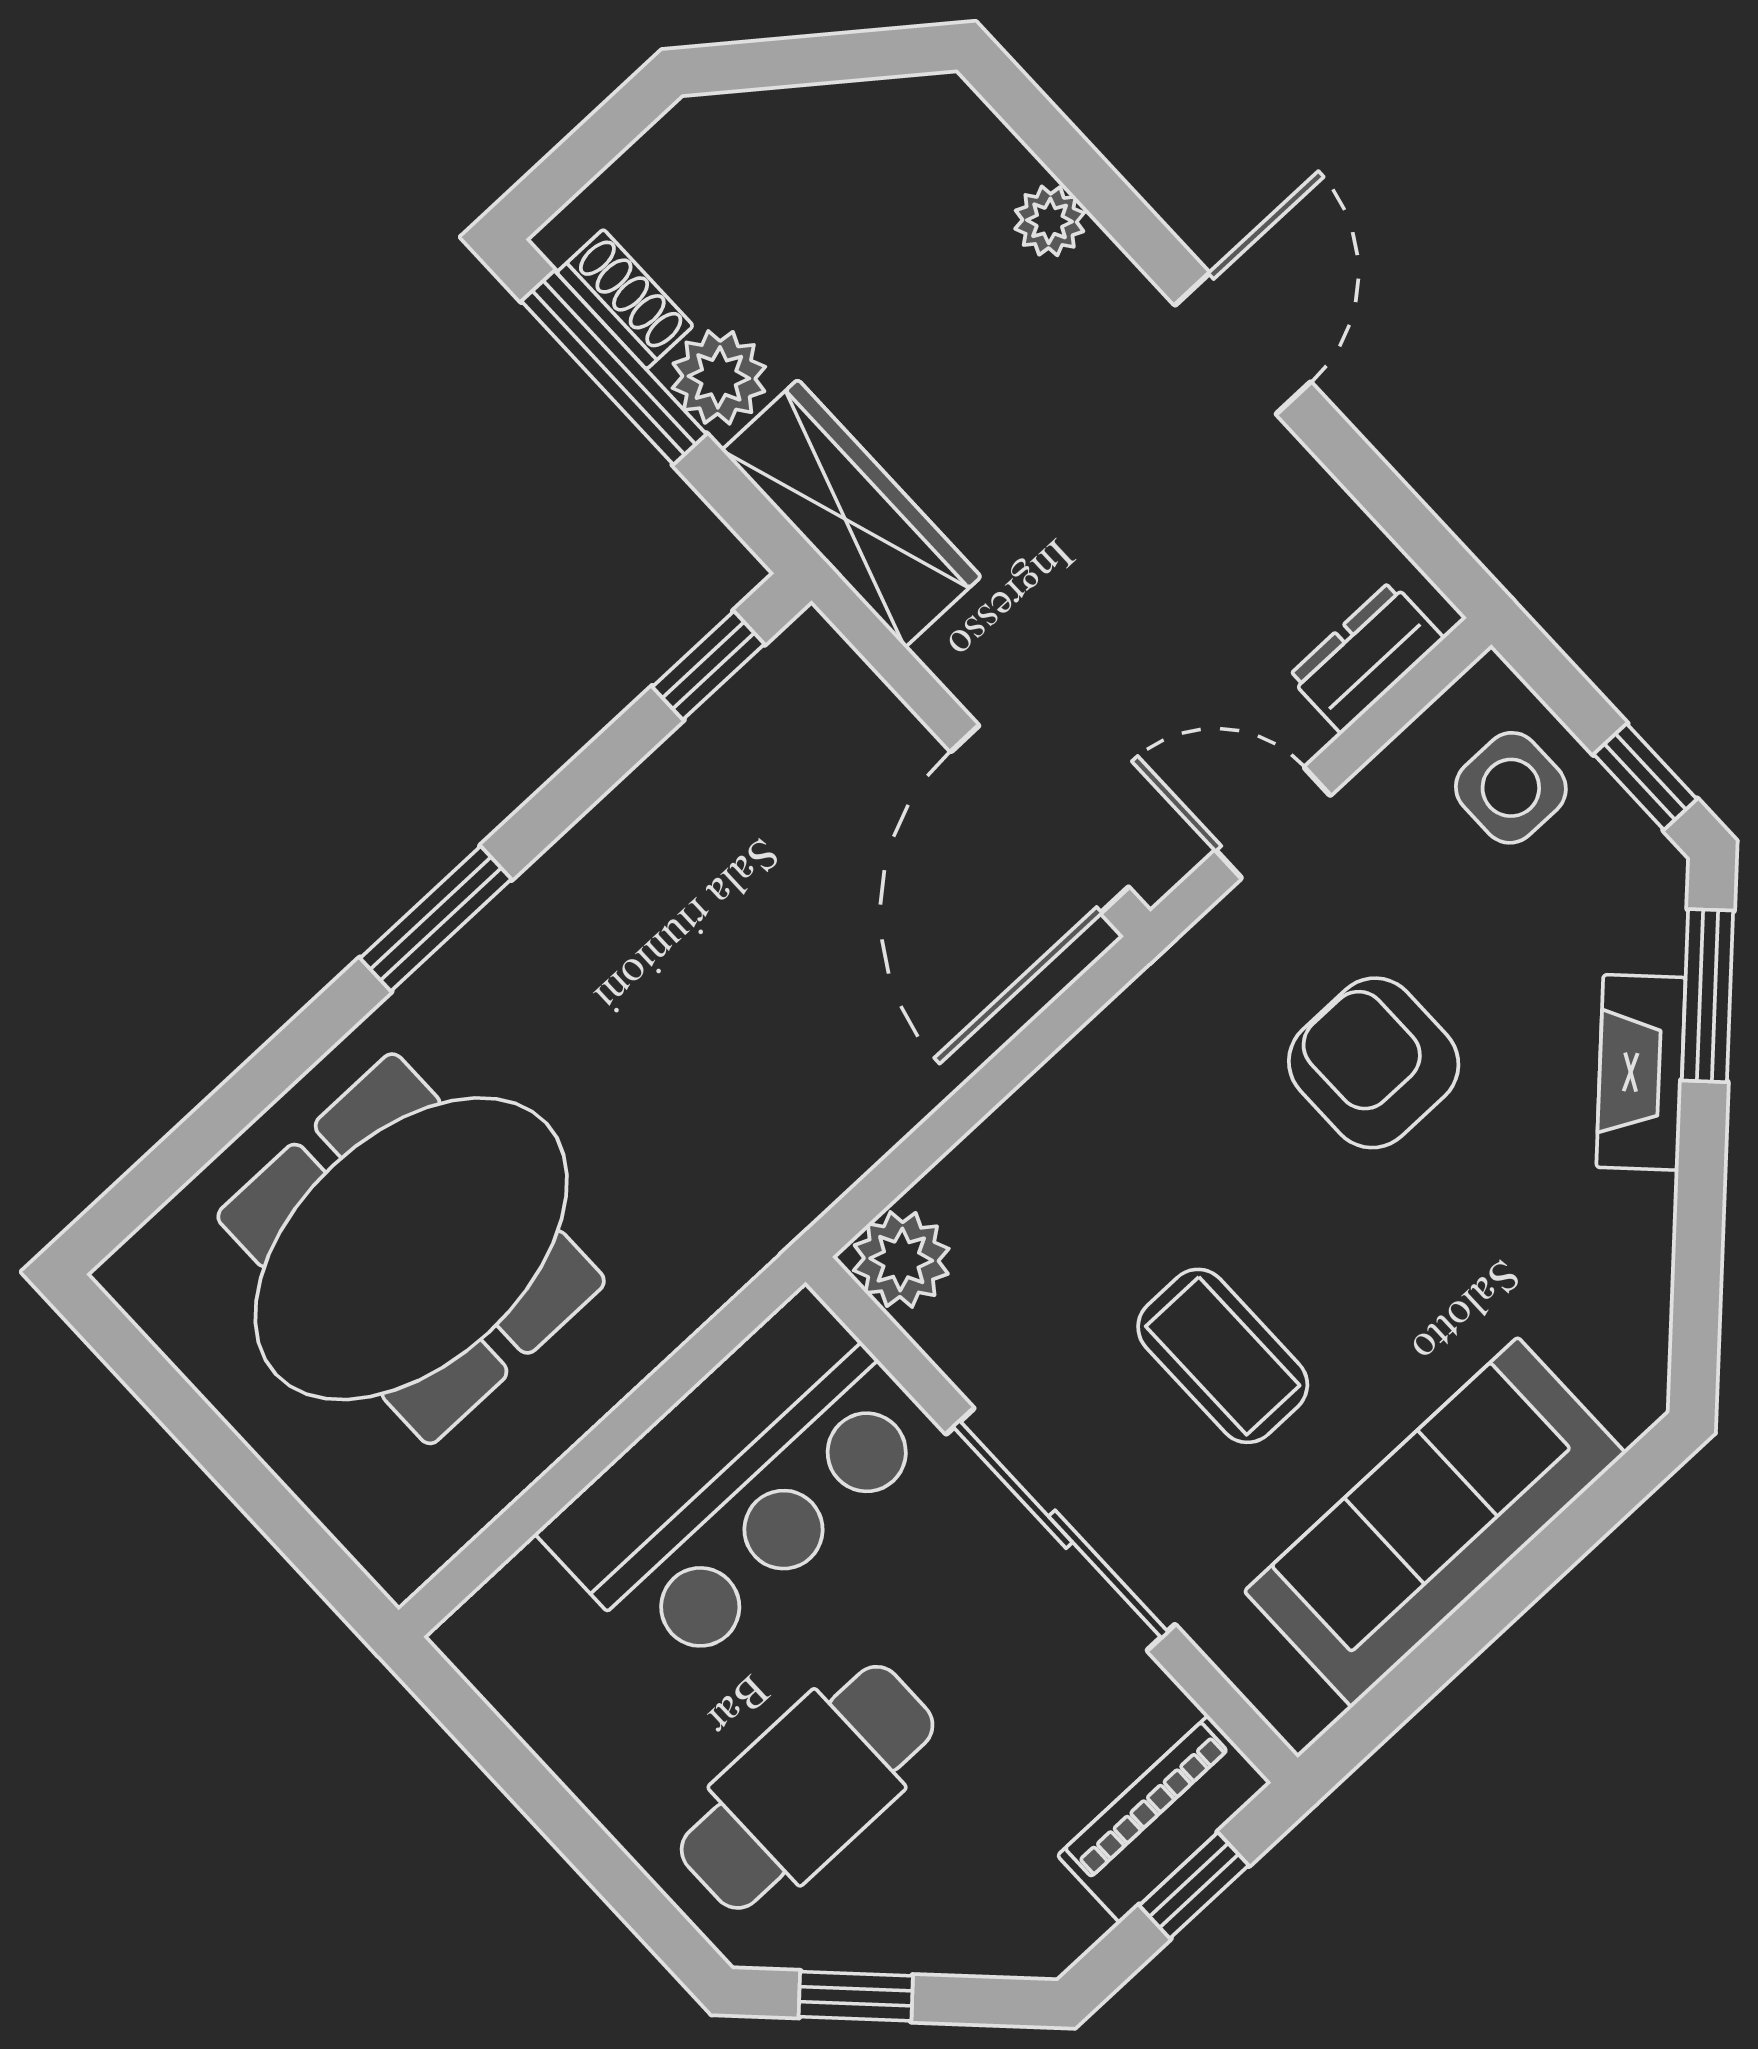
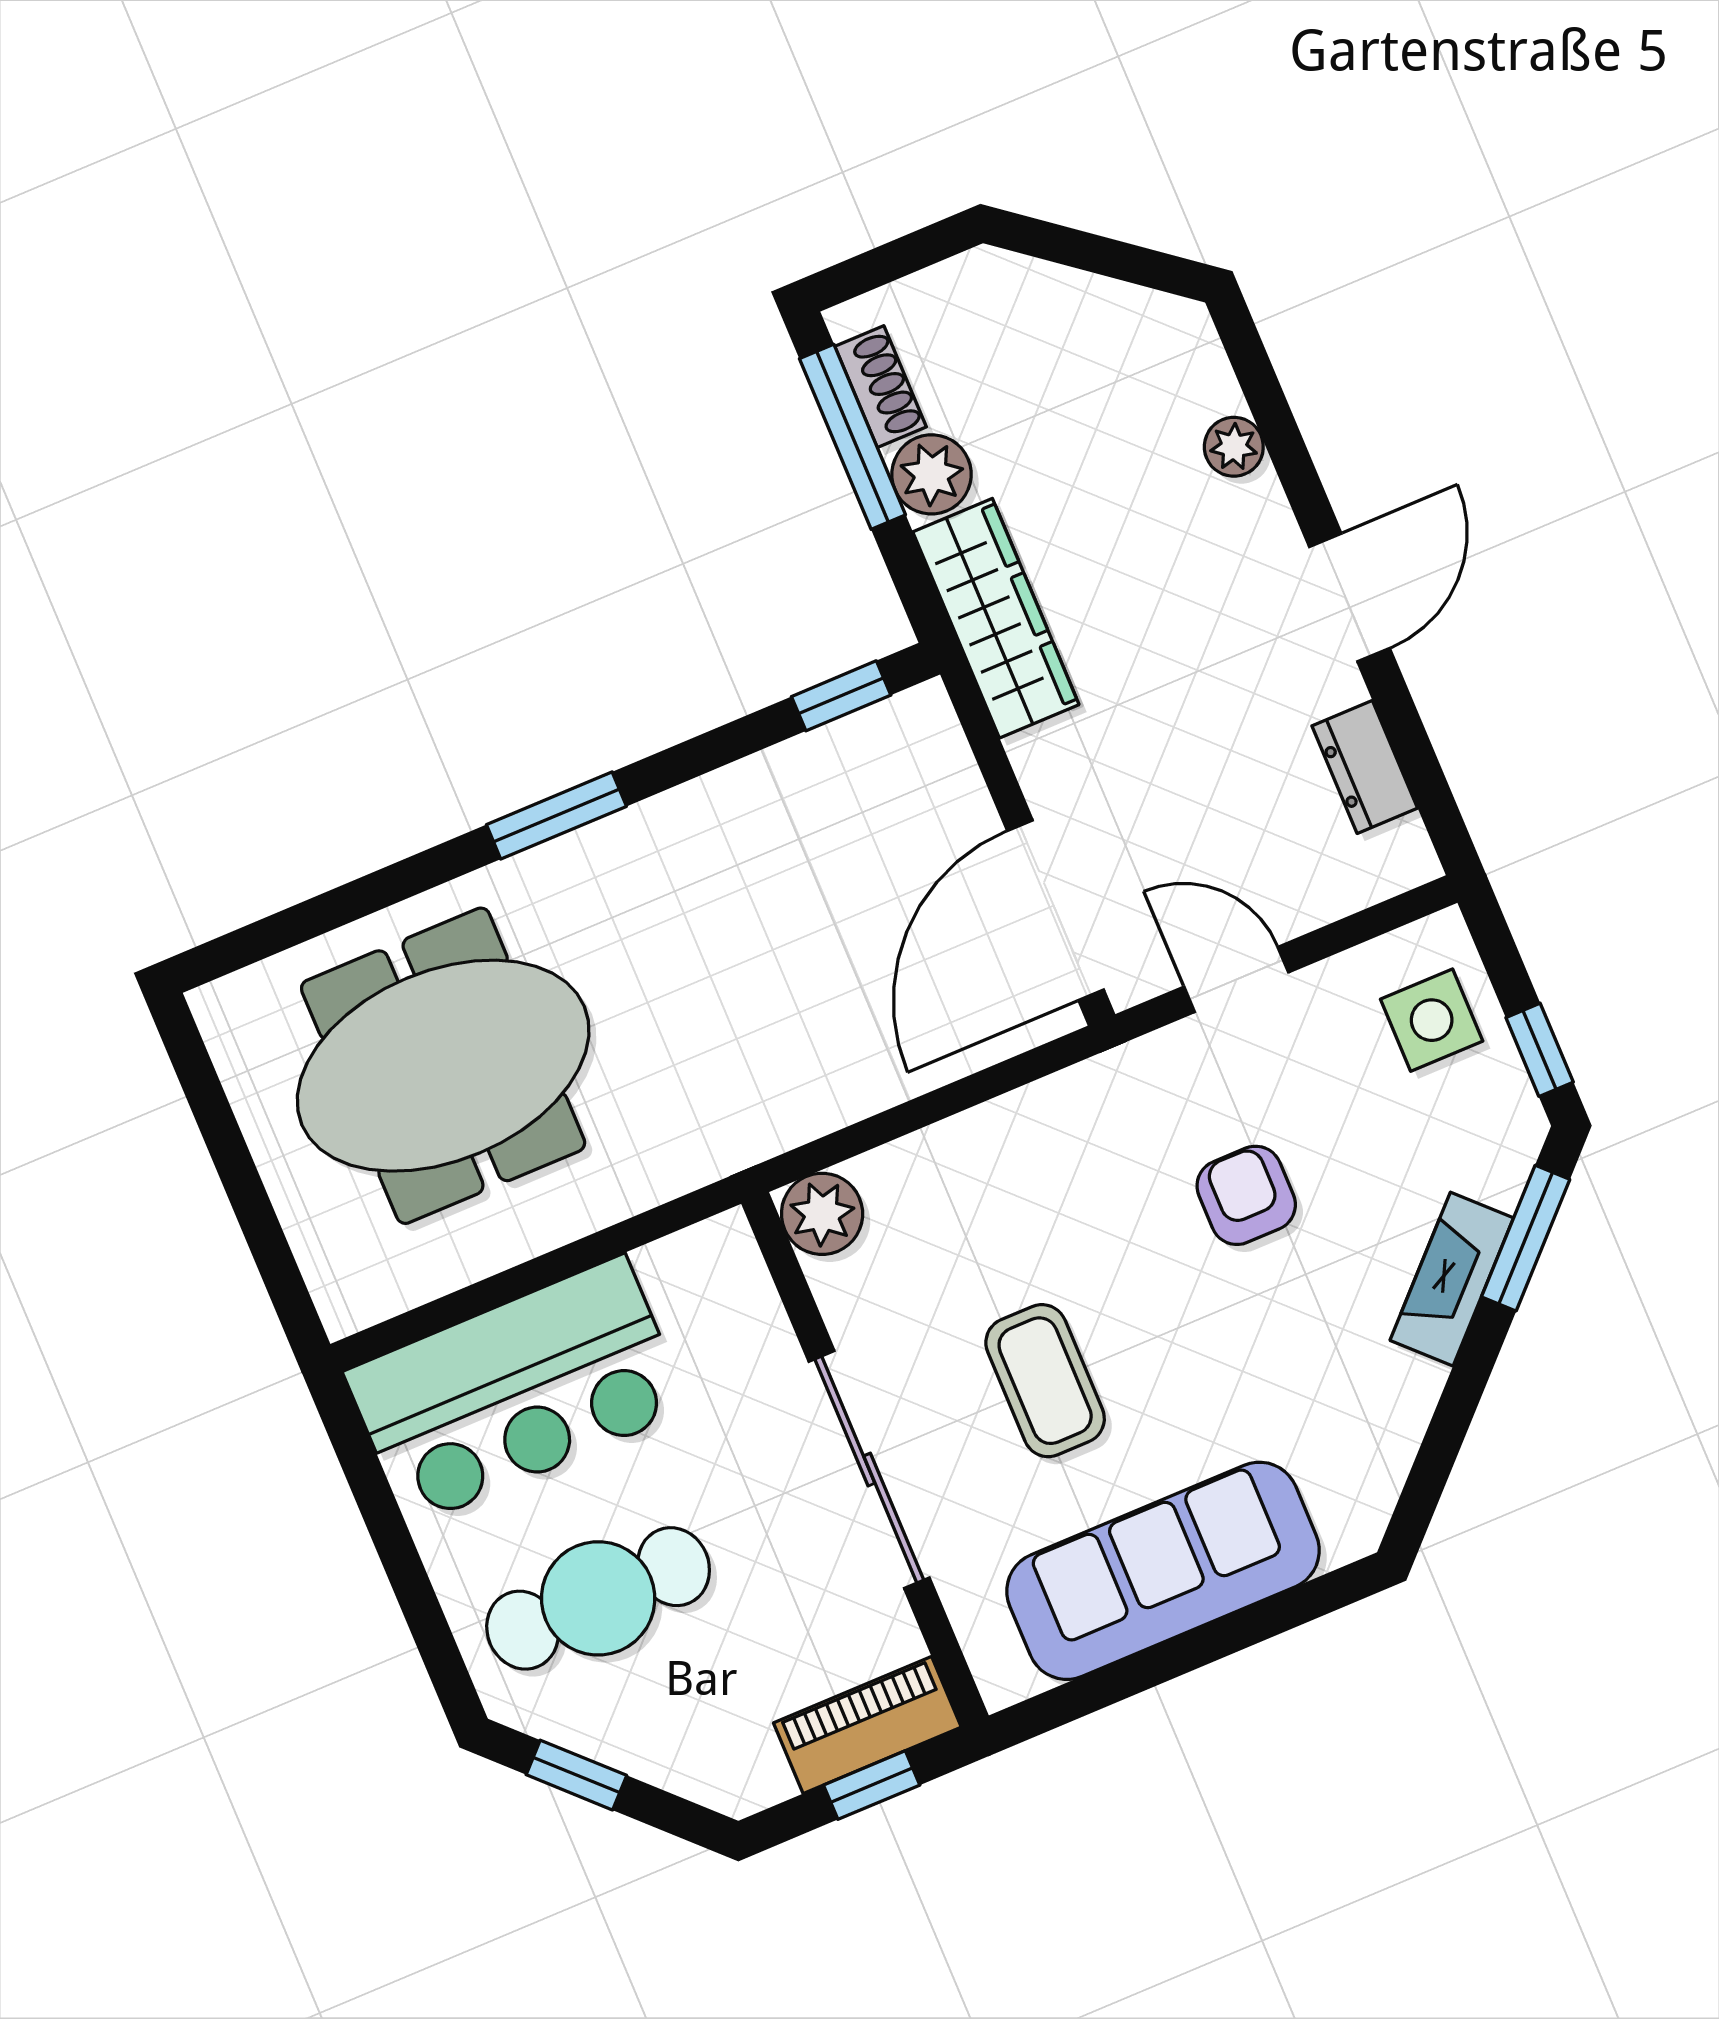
dresser: (1366, 657) -> (1365, 767), moved, turned -90
armchair: (1374, 1063) -> (1246, 1195), width x0.72, depth x0.72
bar counter: (740, 1483) -> (517, 1391), moved

